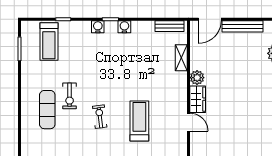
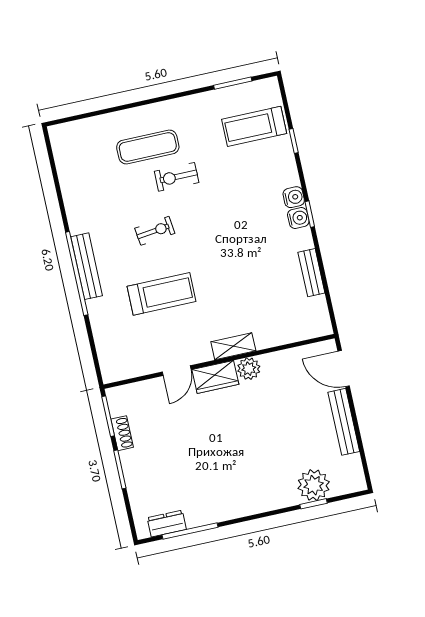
bench: (170, 26) -> (311, 273), moved
water cooler: (124, 27) -> (298, 218), moved
shelving: (181, 58) -> (233, 346), moved

